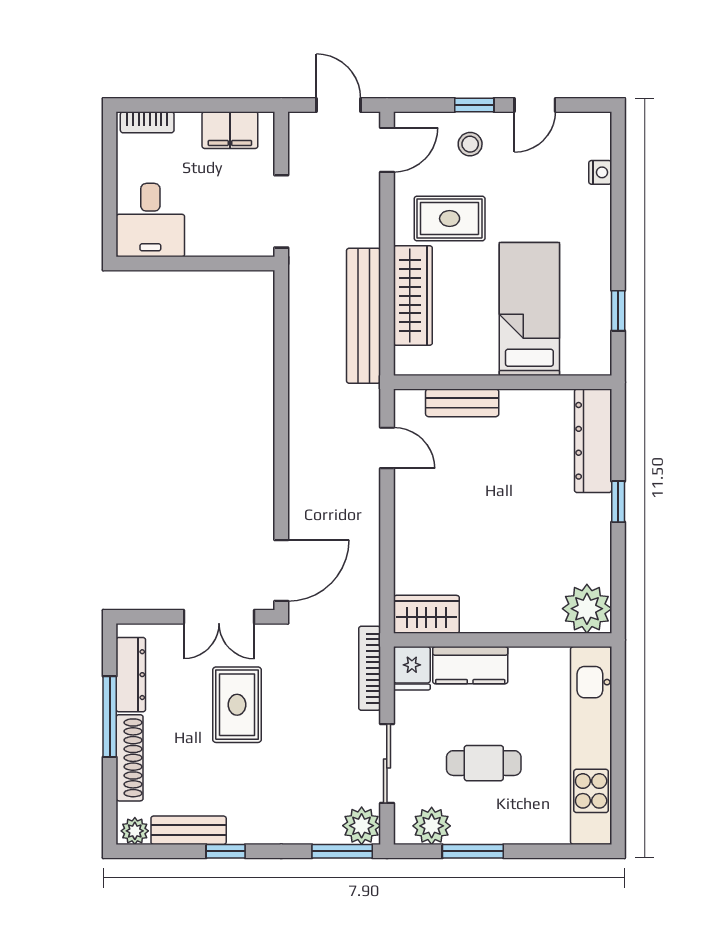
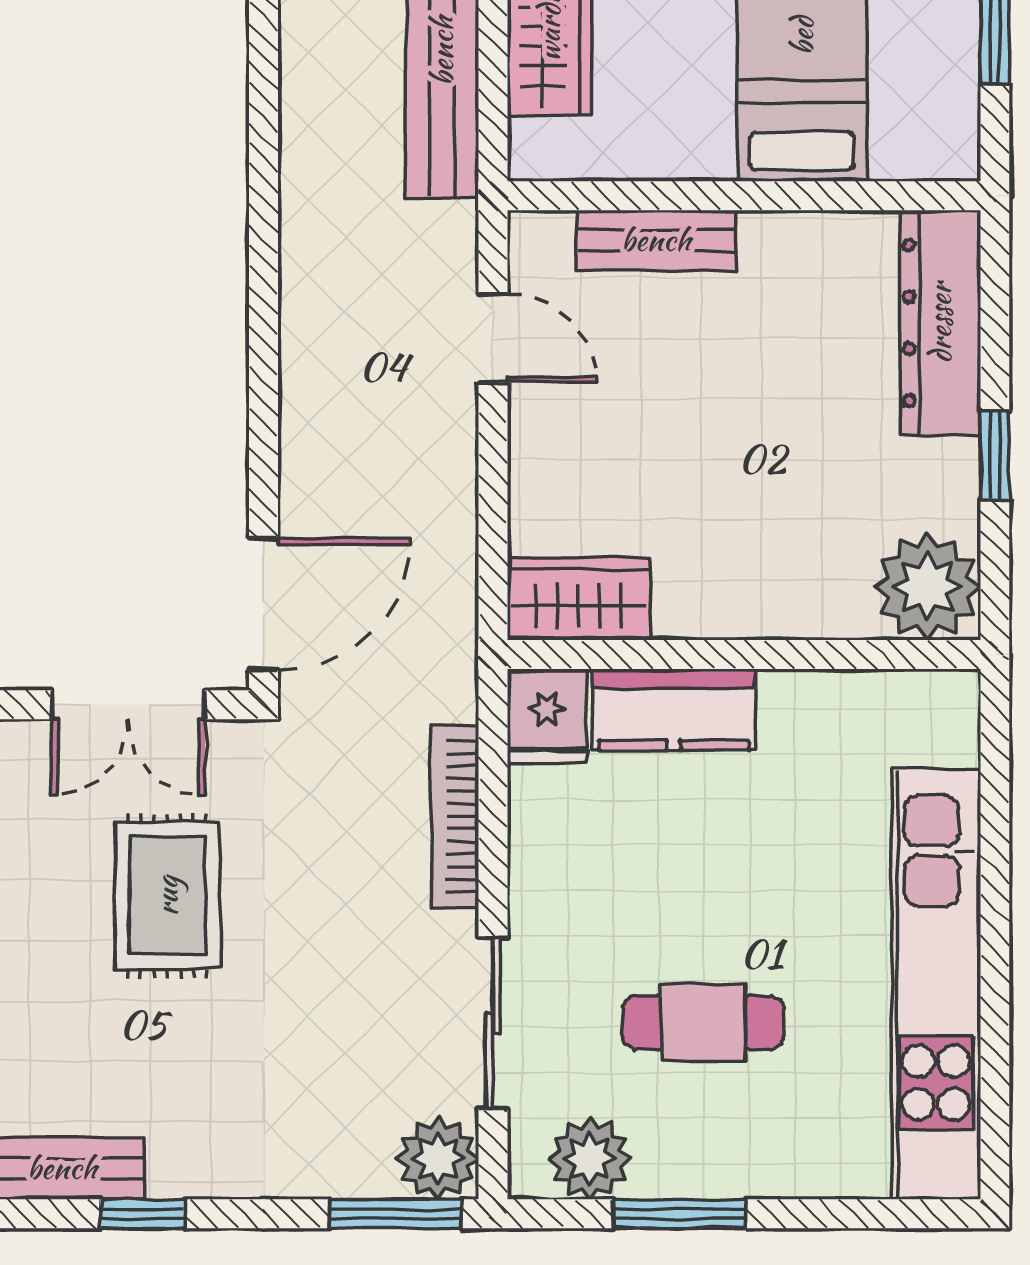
plant: (587, 609) -> (927, 587), moved
wardrobe: (426, 614) -> (579, 599), moved
wall: (503, 640) -> (744, 655), moved
kitchen counter: (470, 665) -> (674, 710), moved
fridge: (412, 668) -> (547, 716), moved

